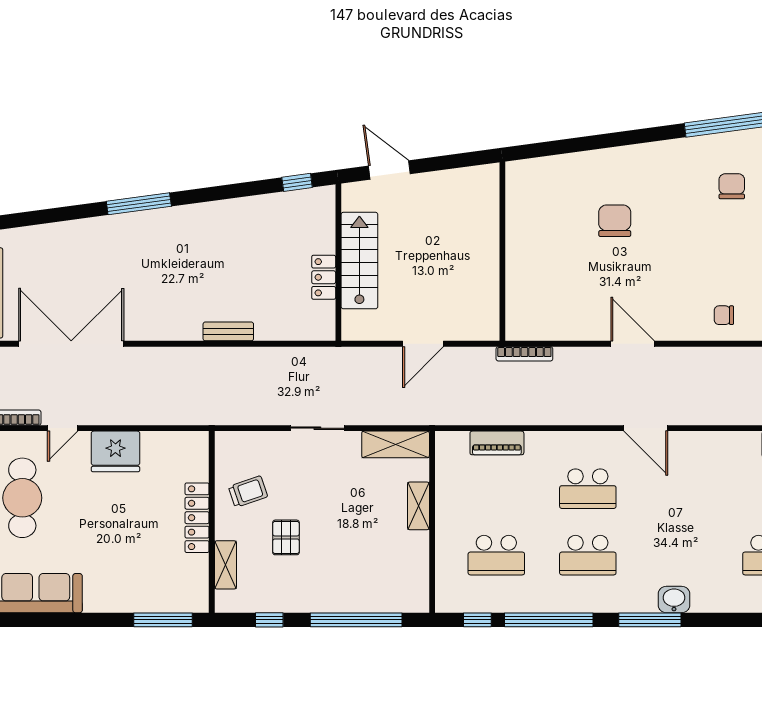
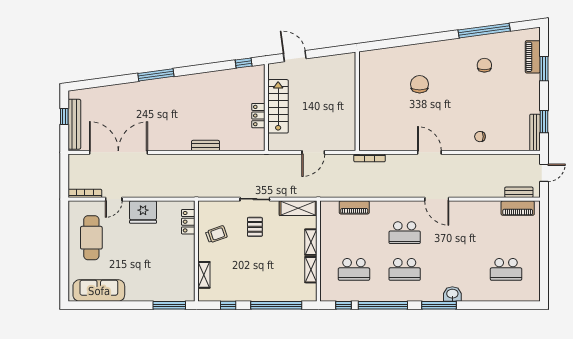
locker: (197, 518) -> (188, 222), moved, width x0.66
pallet: (286, 537) -> (255, 227), moved
shelving: (419, 555) -> (311, 270), added

